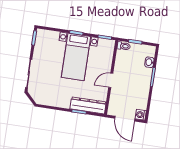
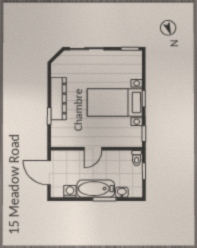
door: (111, 80) -> (93, 149), swing flipped
bathtub: (143, 83) -> (96, 189), added
dresser: (88, 105) -> (58, 98), moved
washing machine: (141, 115) -> (70, 191), moved
door: (125, 119) -> (49, 173), hinge flipped

